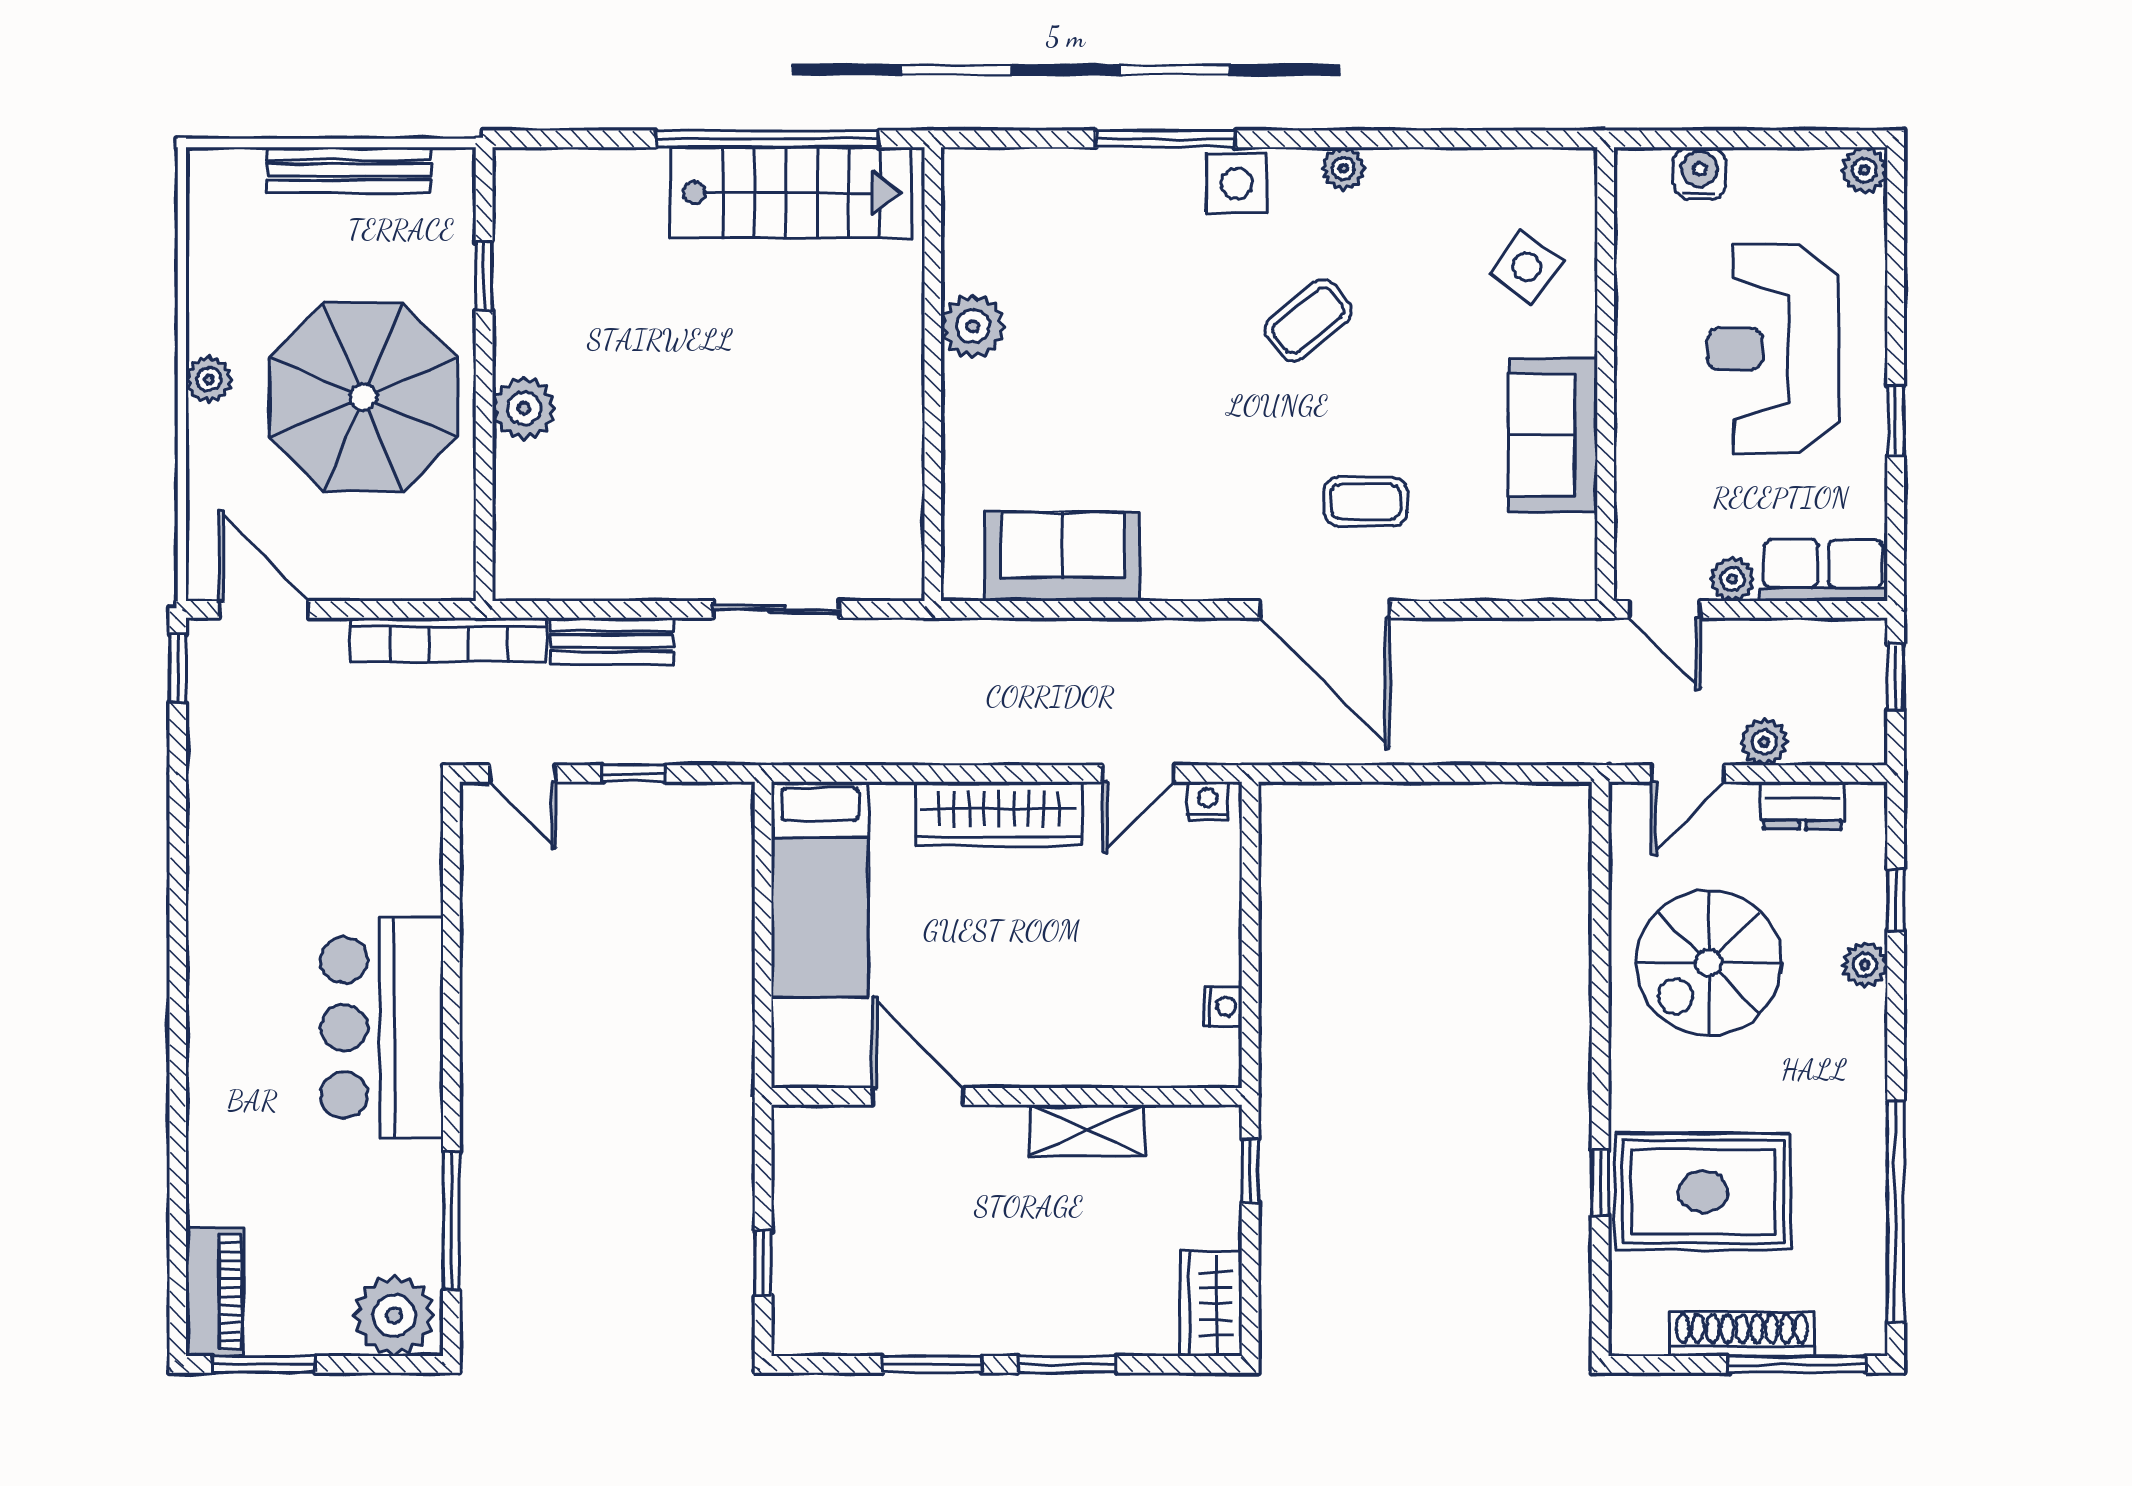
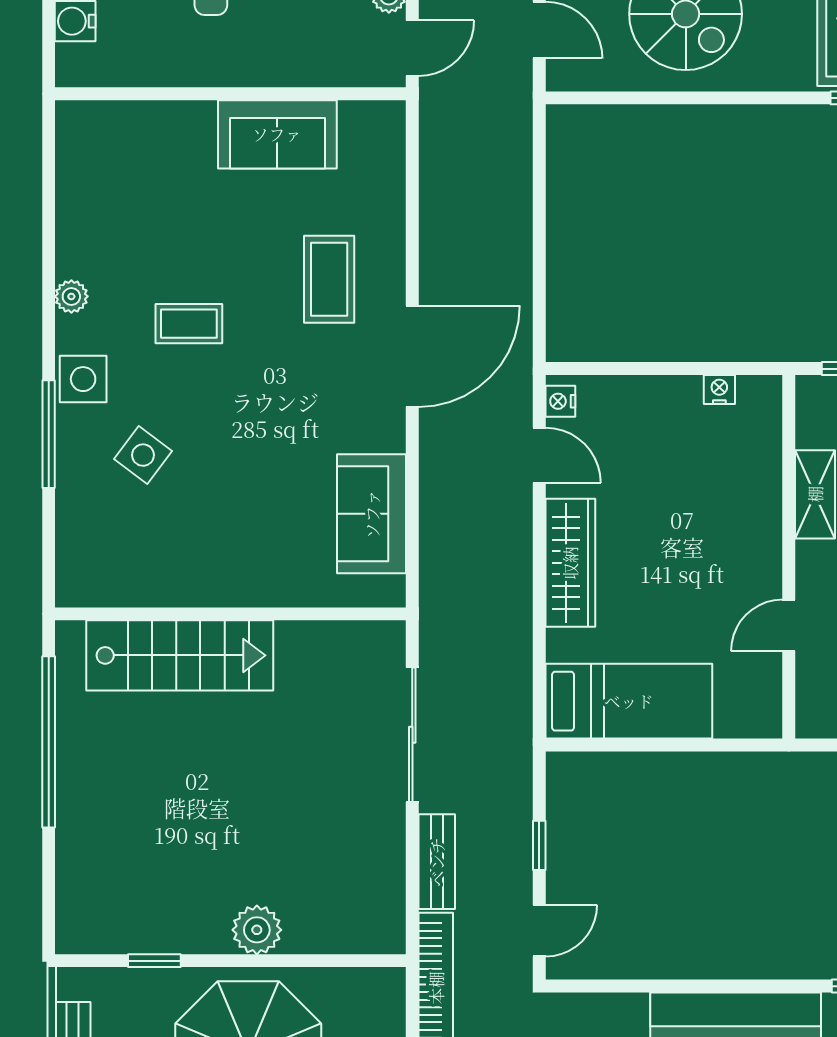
stairs: (791, 193) -> (180, 655), moved, turned 90
side table: (1527, 267) -> (143, 455), moved
coffee table: (1308, 320) -> (189, 324), turned -51
plant: (973, 326) -> (194, 583), removed
coffee table: (1366, 502) -> (329, 279), width x1.36, depth x1.30
sliding door: (776, 609) -> (412, 735), width x1.37
door: (1325, 609) -> (412, 356), moved
door: (918, 1096) -> (789, 625), width x0.73

